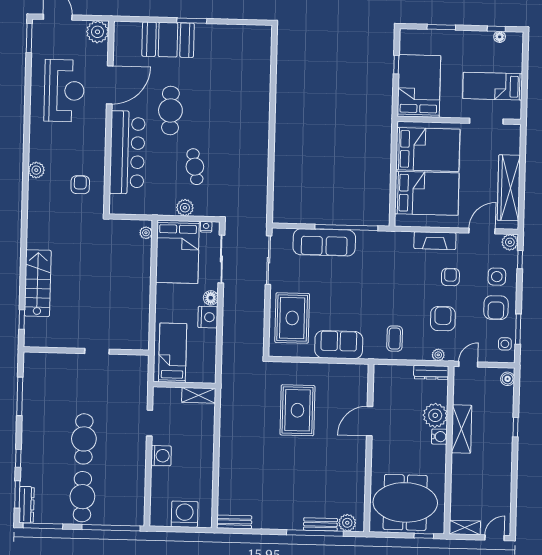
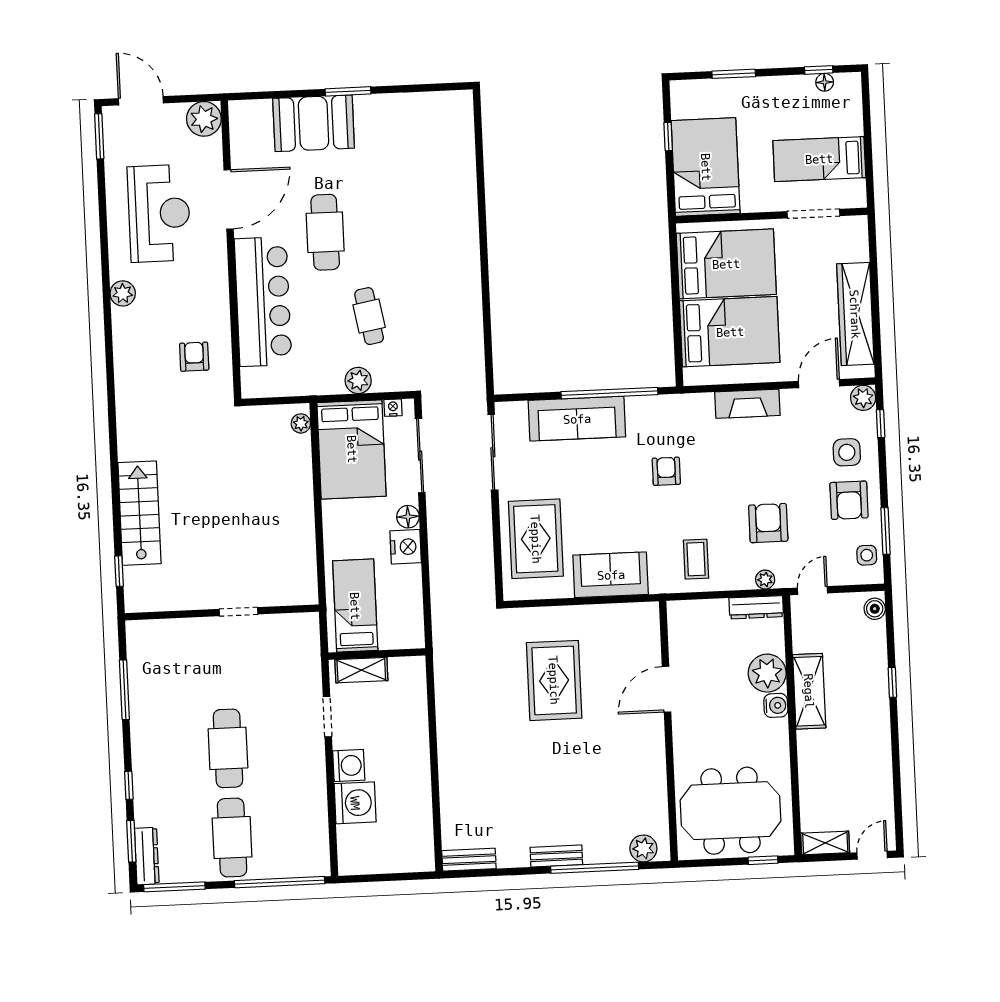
plant: (36, 170) -> (123, 293), moved
armchair: (450, 277) -> (666, 471), moved
shelving: (199, 395) -> (361, 670), moved
washing machine: (185, 514) -> (355, 803), moved, turned 90
bench: (320, 524) -> (556, 856), moved

